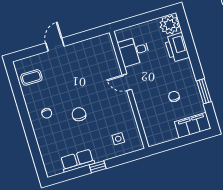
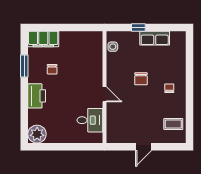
printer: (177, 47) -> (37, 96), moved
desk: (134, 51) -> (90, 120), moved
door: (127, 82) -> (105, 94), moved
wall: (129, 90) -> (105, 87), moved

